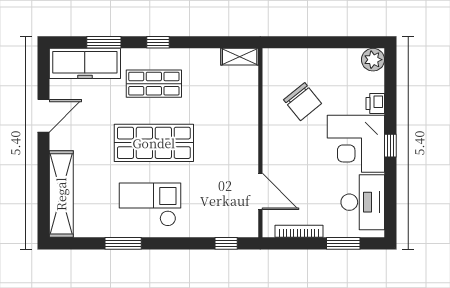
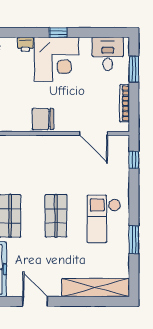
chair: (303, 102) -> (43, 119), moved, turned -141
shop shelf: (154, 143) -> (56, 216), width x0.70, depth x0.74
door: (260, 191) -> (94, 133), swing flipped
desk: (363, 202) -> (108, 54), width x0.73

